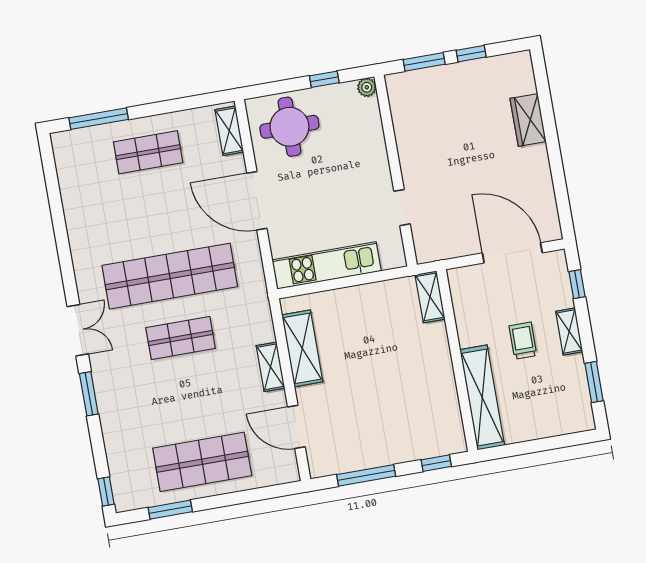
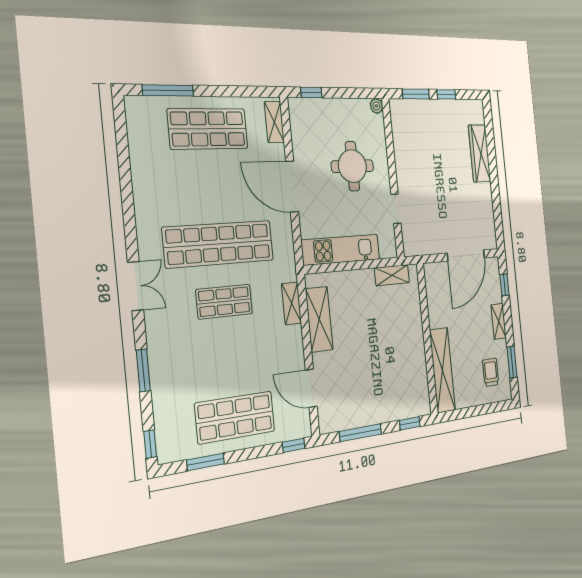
window: (324, 79) -> (311, 92), moved
wardrobe: (528, 120) -> (480, 153), width x1.50
round table: (289, 127) -> (352, 166), moved
shop shelf: (148, 152) -> (208, 129), width x1.43, depth x1.36
door: (512, 253) -> (466, 256), swing flipped
shelving: (430, 297) -> (392, 275), moved, turned 90
trolley: (523, 341) -> (491, 372), moved
shelving: (270, 367) -> (292, 303), moved
window: (89, 394) -> (143, 370), moved
window: (277, 491) -> (293, 445), added

